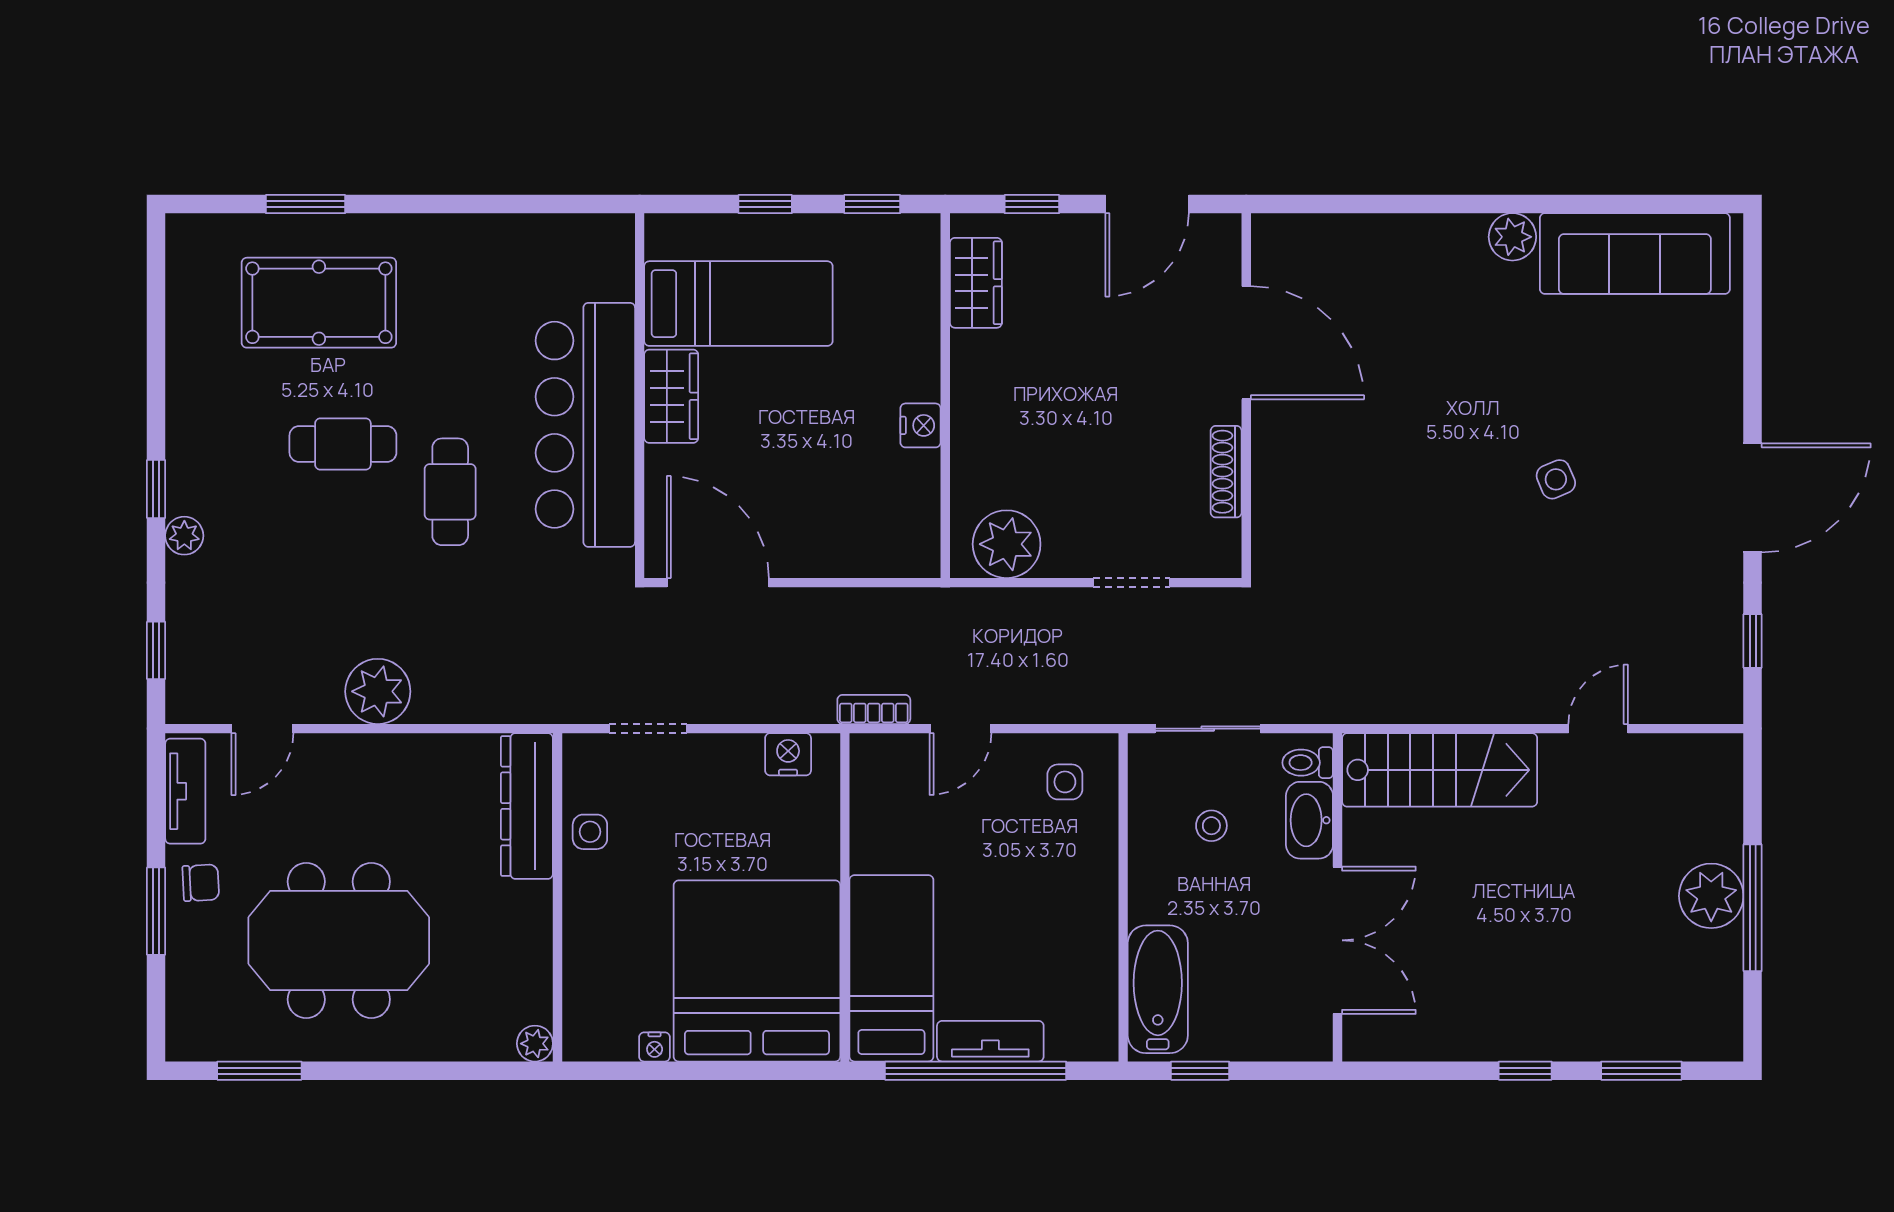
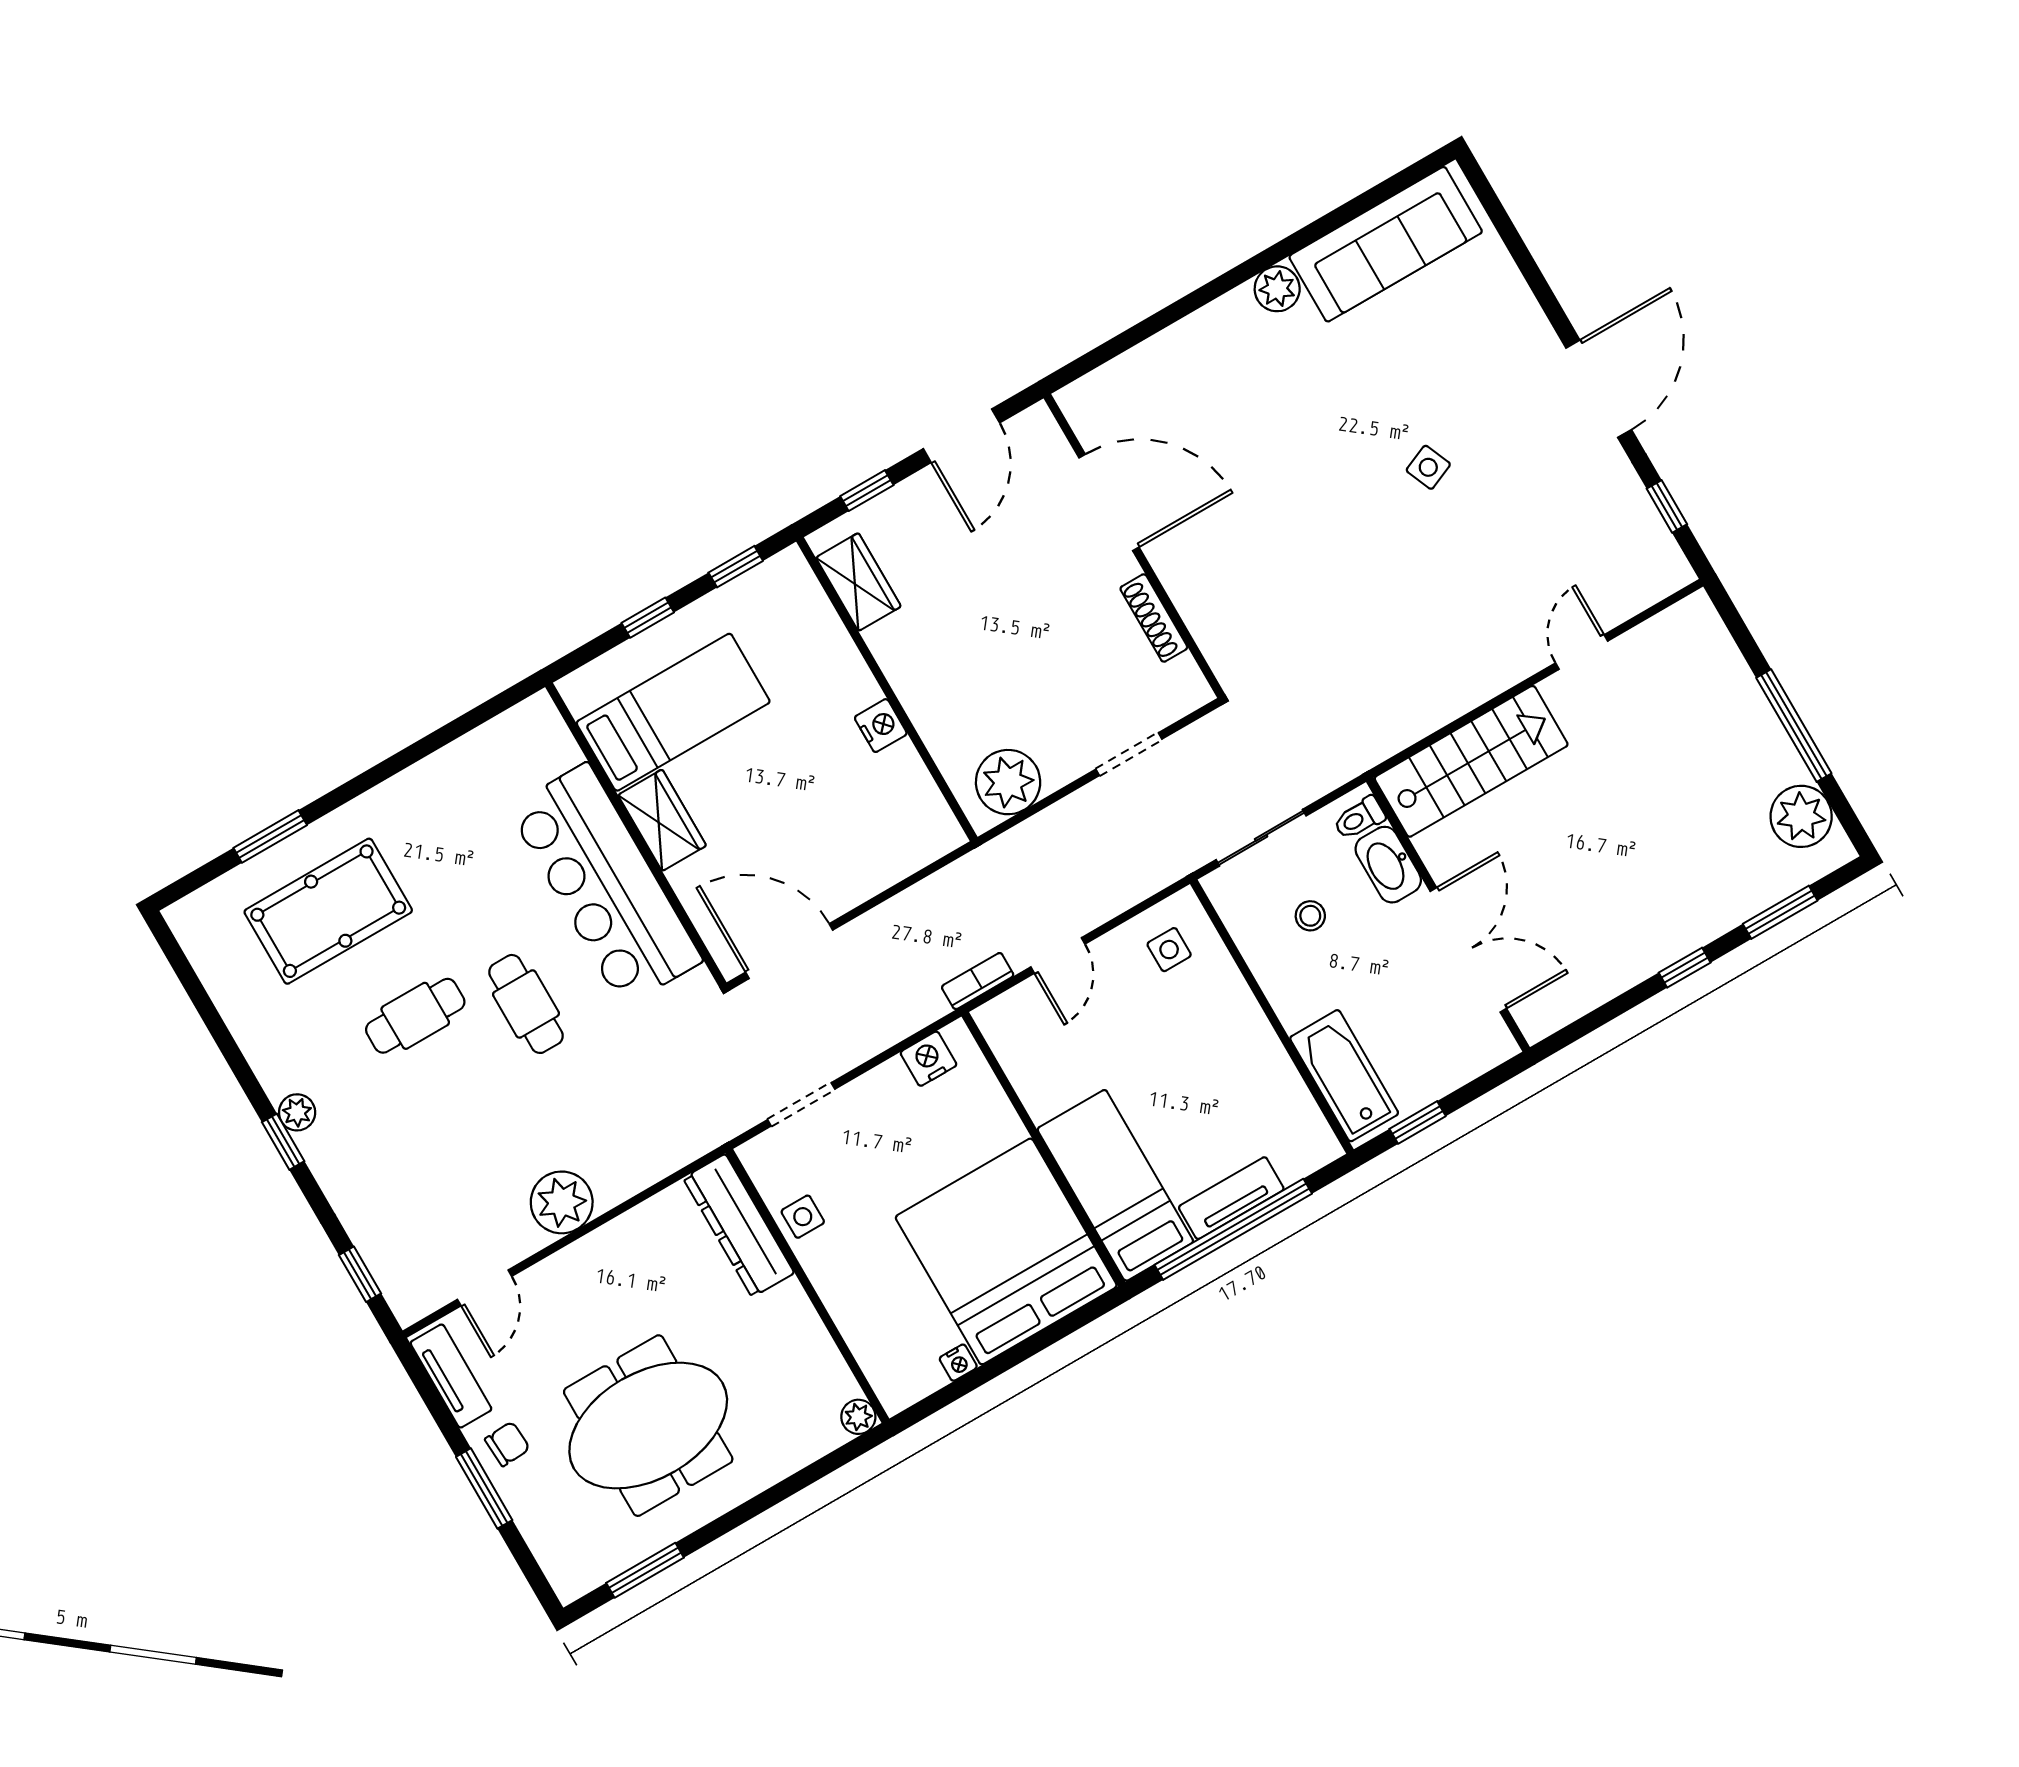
plant: (184, 536) -> (297, 1112), moved
plant: (1711, 896) -> (1801, 816), moved

